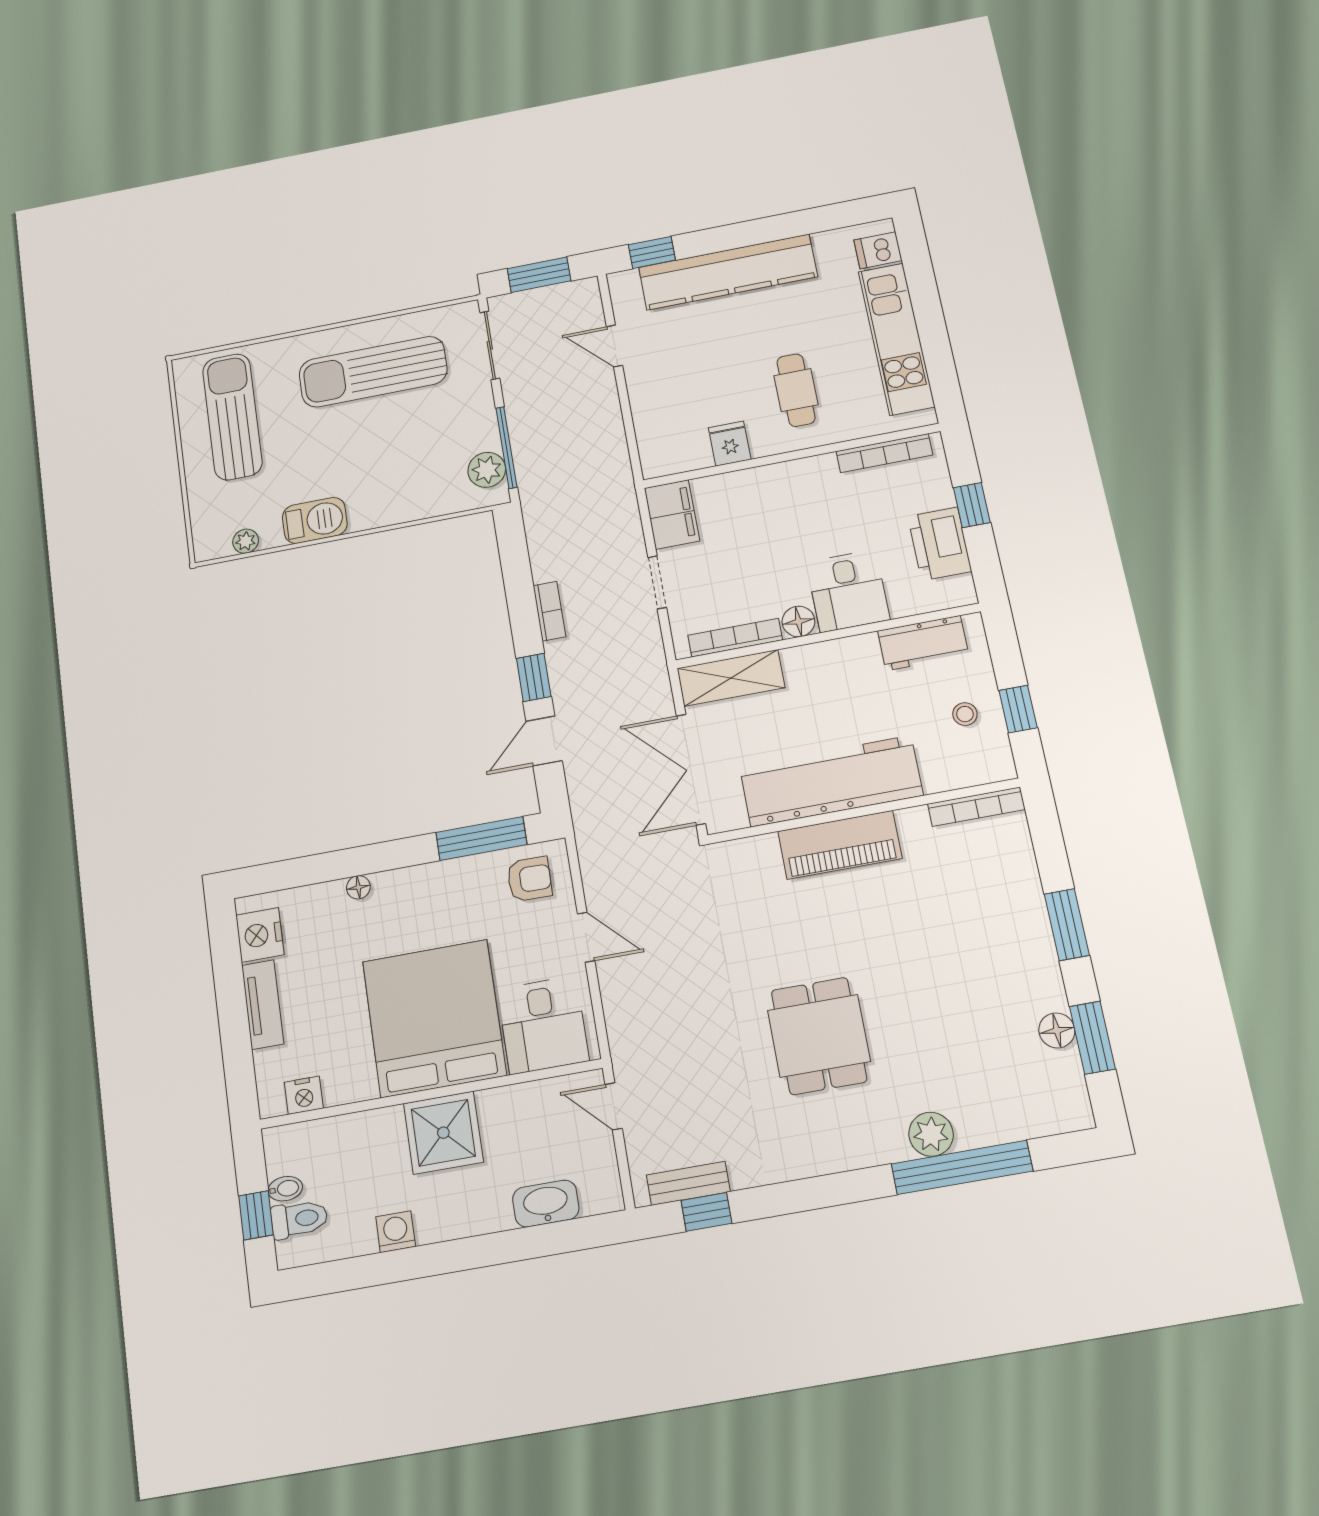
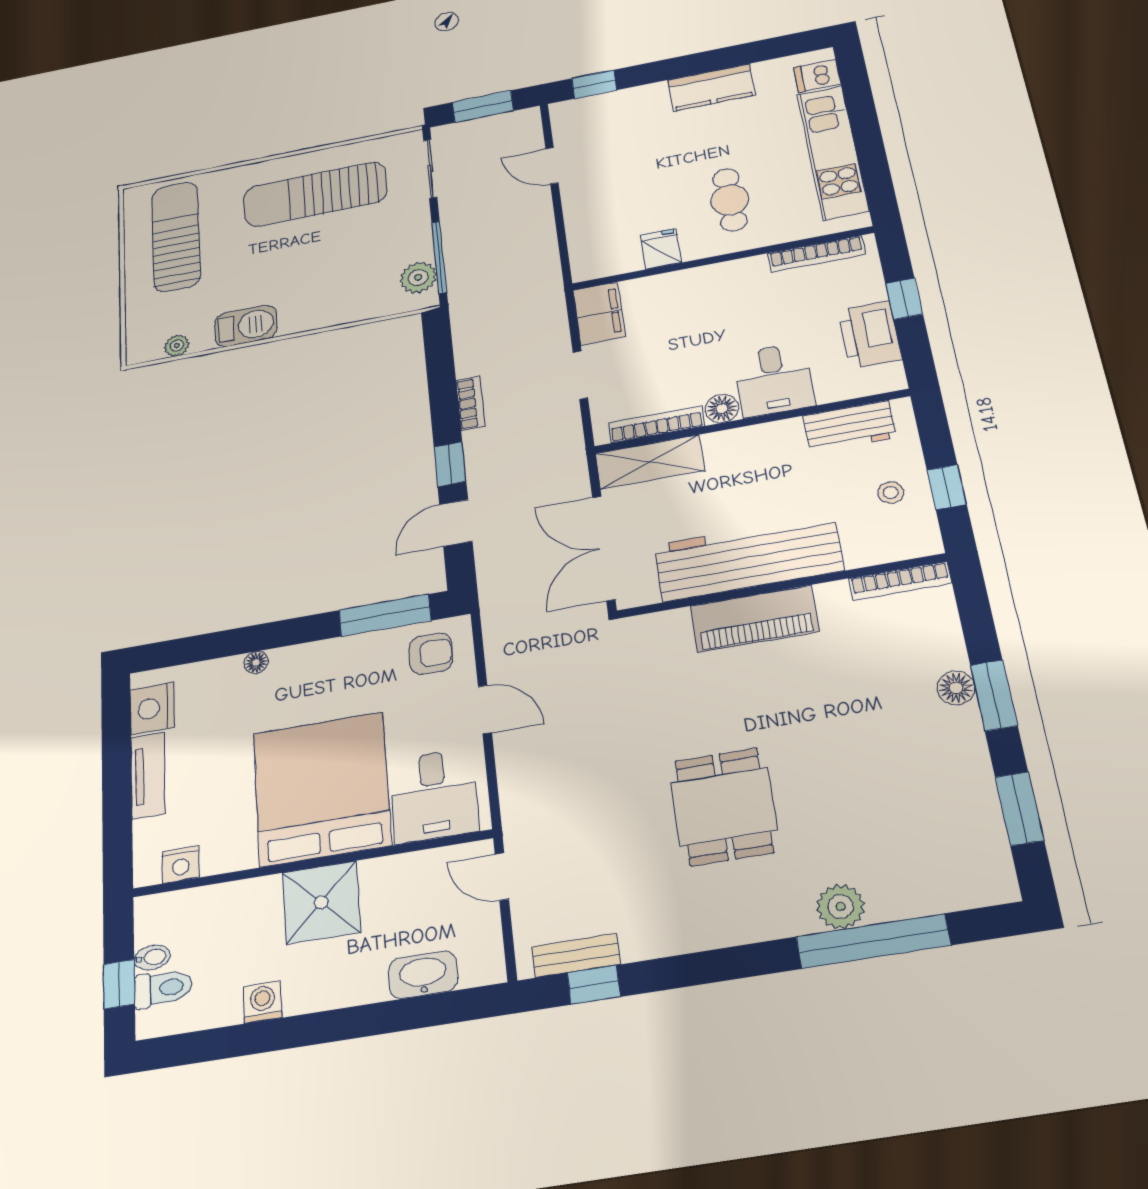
kitchen counter: (728, 272) -> (711, 87), width x0.48, depth x0.86
floor lamp: (1057, 1030) -> (956, 688), moved

